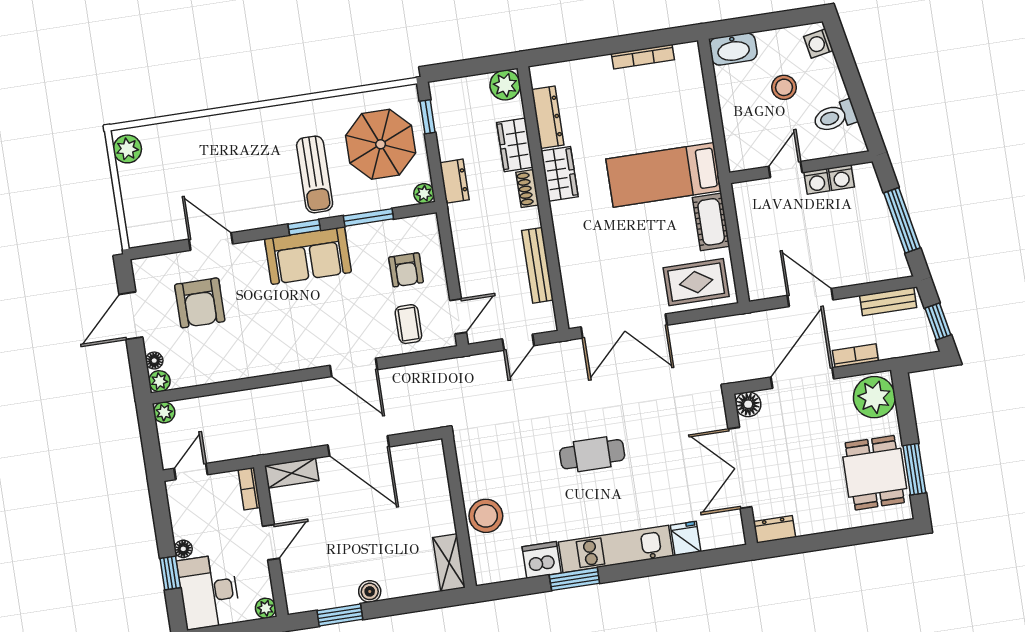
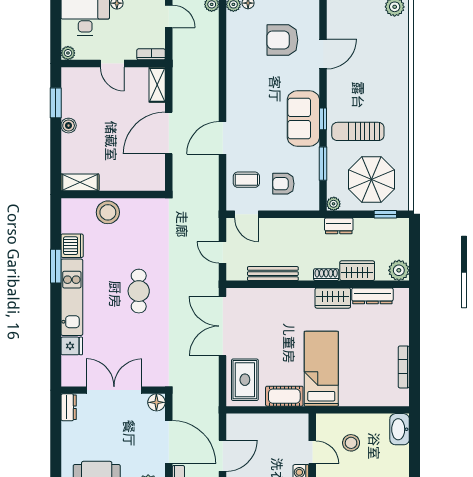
stool: (784, 87) -> (351, 443), moved

